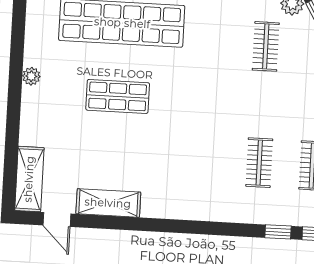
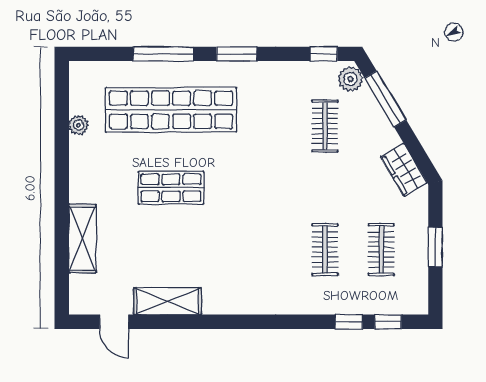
plant: (31, 76) -> (78, 125), moved
shelving: (29, 179) -> (82, 239), moved

